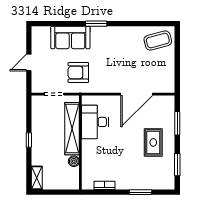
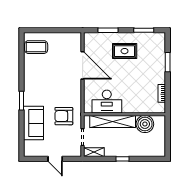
coffee table: (158, 41) -> (36, 47), turned -75
armchair: (78, 72) -> (64, 116), turned 90
boiler: (74, 161) -> (145, 124), width x1.86, depth x1.86
shelving: (37, 178) -> (94, 152), moved

